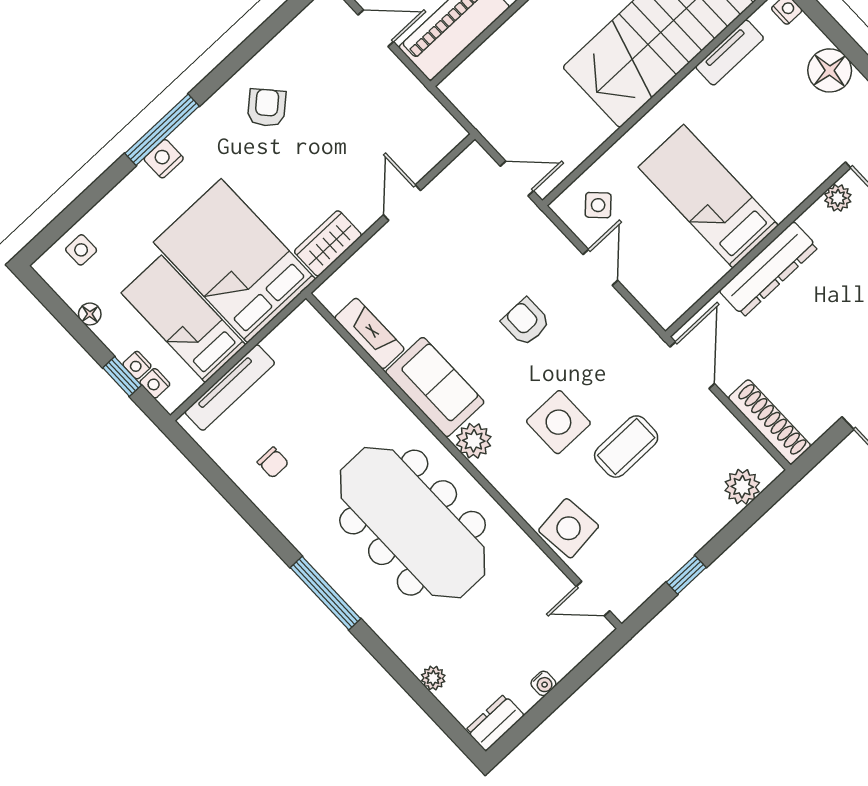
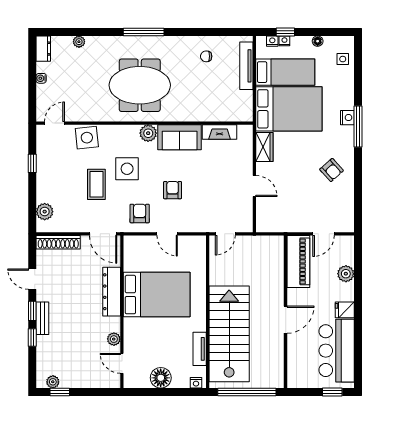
bed: (708, 196) -> (157, 295), width x1.50
side table: (598, 205) -> (190, 253), removed
armchair: (526, 322) -> (173, 190), turned -90
armchair: (609, 339) -> (140, 214), added
meeting table: (413, 523) -> (140, 85), width x0.73

